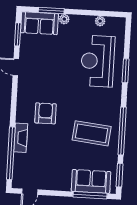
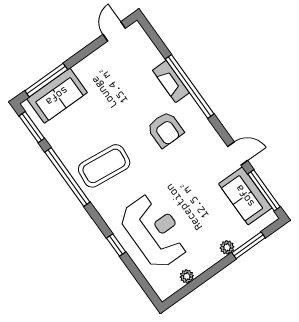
sofa: (39, 23) -> (245, 196), moved, turned -90
window: (18, 34) -> (264, 190), width x1.44
window: (126, 71) -> (116, 245), width x0.67
coffee table: (92, 133) -> (104, 166), moved
window: (11, 153) -> (190, 86), moved

